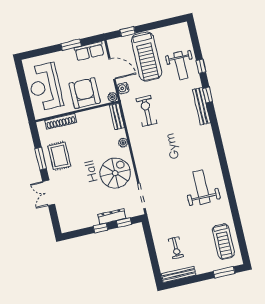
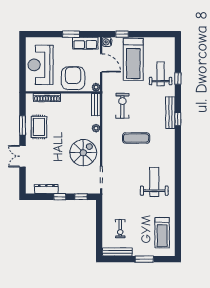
weight bench: (181, 66) -> (161, 74), turned 180
water cooler: (123, 88) -> (107, 42), moved
window: (208, 95) -> (178, 119), moved
exercise mat: (170, 143) -> (136, 138), added
dresser: (112, 216) -> (46, 189), moved
window: (224, 272) -> (144, 259), moved

